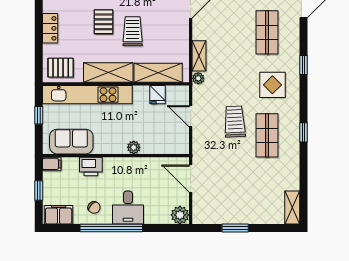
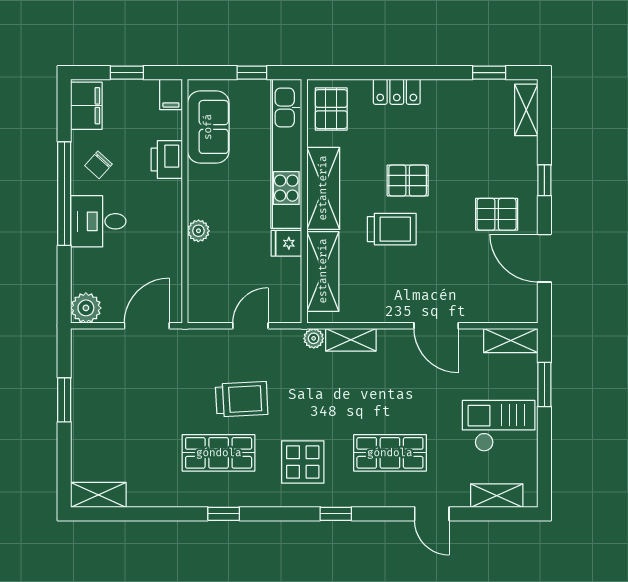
fridge: (158, 95) -> (286, 243), moved

